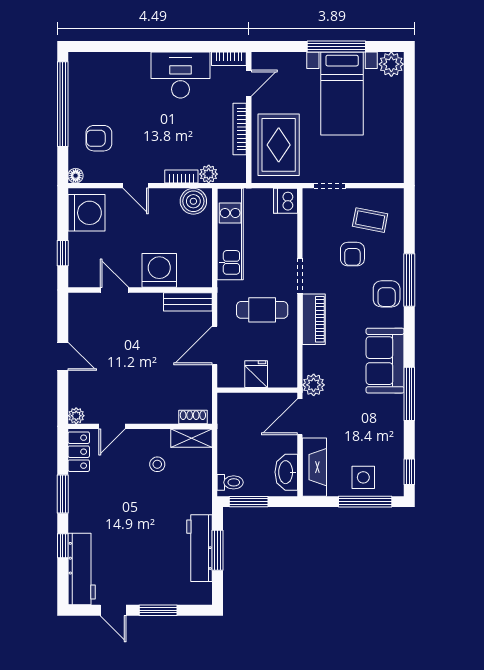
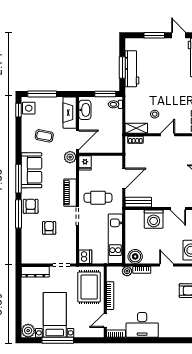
dresser: (378, 173) -> (35, 272), added
coffee table: (370, 220) -> (44, 136), moved
fridge: (256, 374) -> (85, 163), moved
window: (409, 394) -> (18, 179), moved
door: (112, 426) -> (168, 135), moved
side table: (363, 477) -> (29, 108), moved

